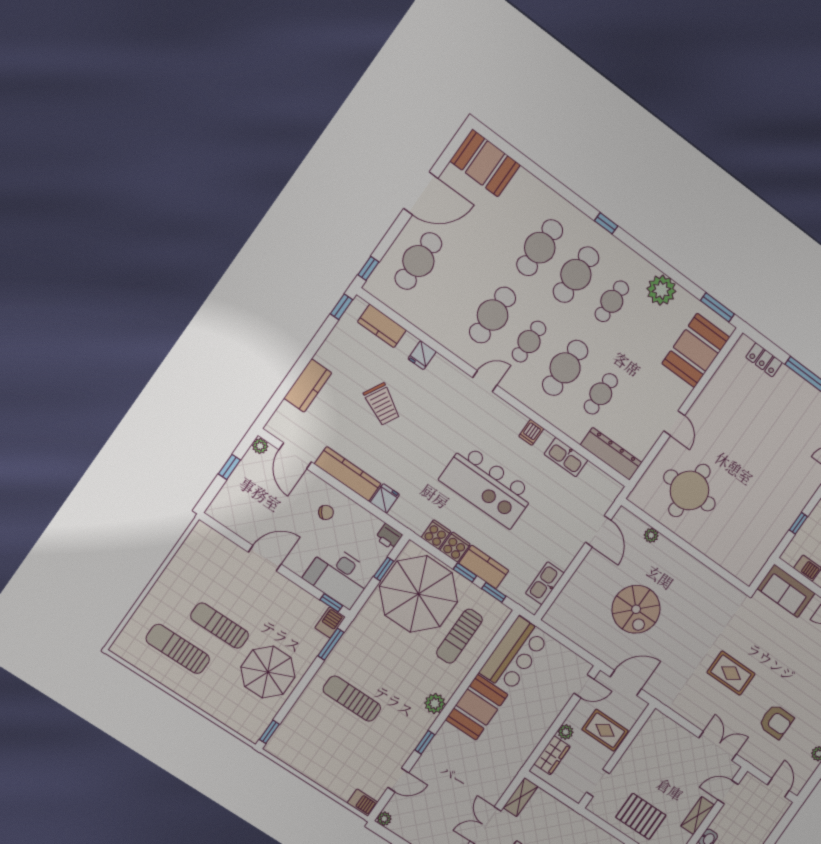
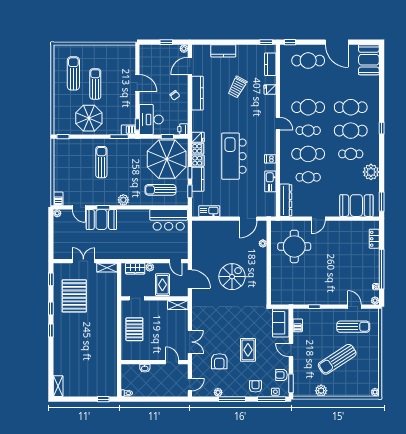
fridge: (385, 498) -> (198, 137), moved
spiral stairs: (636, 609) -> (232, 277), moved, turned 180
rug: (731, 673) -> (248, 350), moved
booth: (477, 707) -> (101, 220), moved
shelving: (698, 816) -> (178, 305), moved

